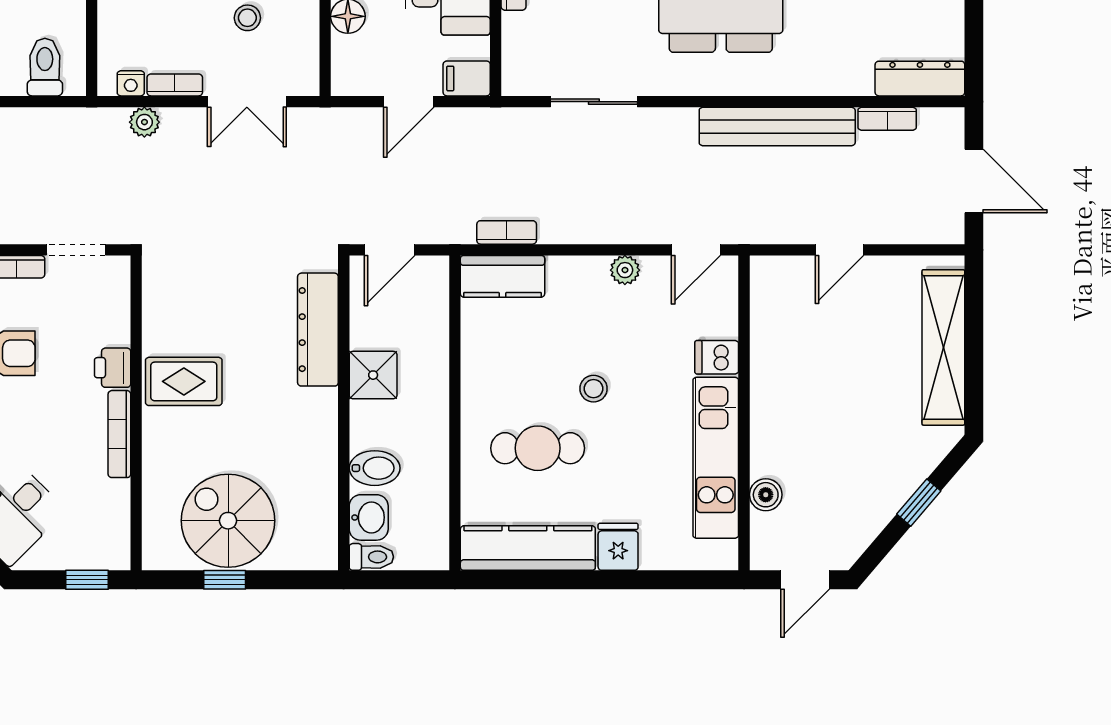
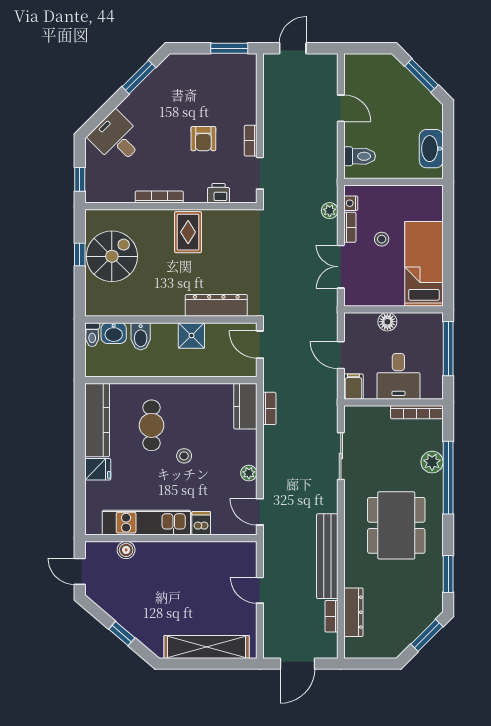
stool: (247, 18) -> (382, 239), moved
dresser: (920, 79) -> (353, 612), moved
printer: (113, 368) -> (219, 193), moved

